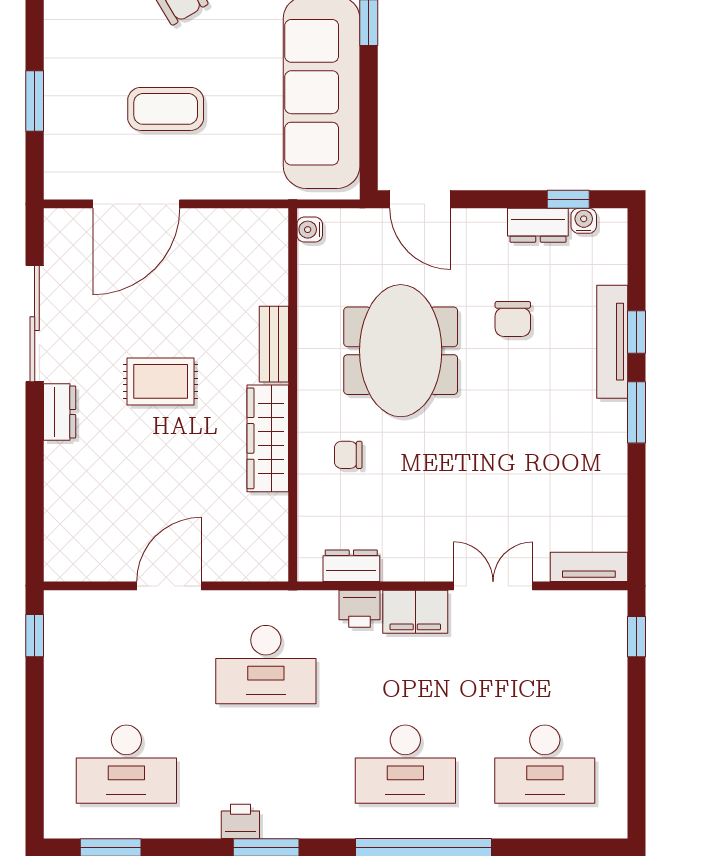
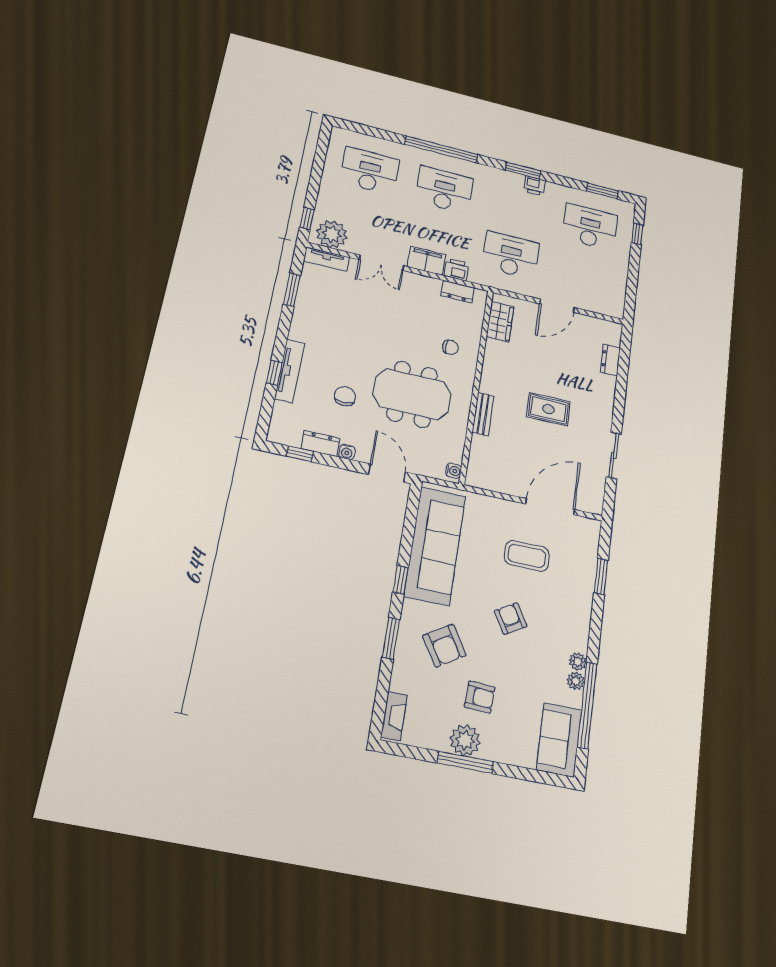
water cooler: (584, 221) -> (347, 452), moved
sliding door: (35, 324) -> (614, 455), width x0.73
meeting table: (401, 351) -> (412, 394), turned 90
dresser: (60, 412) -> (610, 360), moved
window: (636, 412) -> (292, 290), moved
wardrobe: (268, 438) -> (500, 322), moved, width x0.67
plant: (588, 618) -> (332, 234), added
window: (35, 636) -> (637, 234), moved

